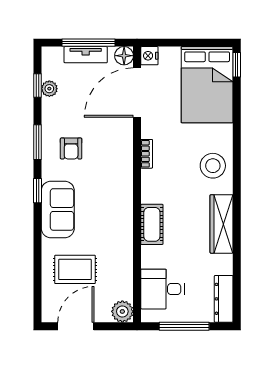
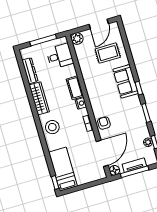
nightstand: (149, 56) -> (81, 103), moved
bed: (207, 85) -> (63, 169), width x0.67
armchair: (71, 148) -> (104, 123), moved
dresser: (224, 299) -> (30, 71), moved

